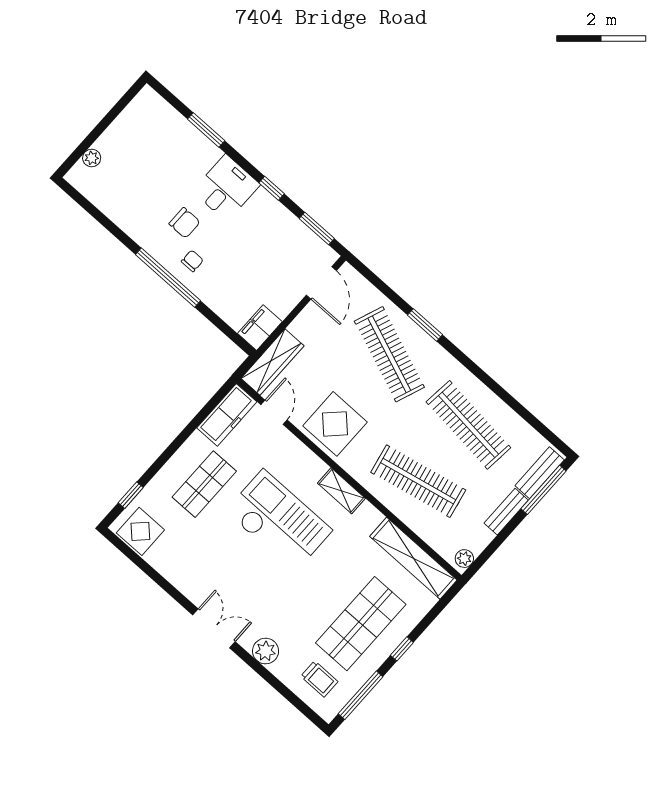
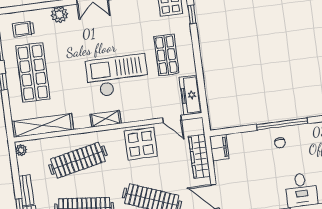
chair: (185, 223) -> (302, 155), removed
wardrobe: (272, 362) -> (199, 156), moved
checkout: (279, 521) -> (117, 76), turned 180

